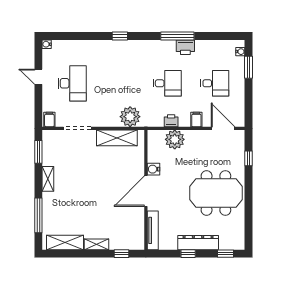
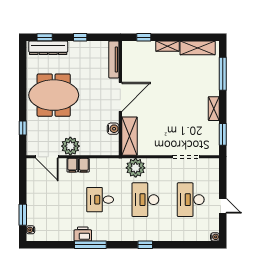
desk: (215, 83) -> (145, 200), moved, width x1.37
filing cabinet: (49, 119) -> (84, 165), moved
printer: (171, 121) -> (96, 164), removed
shelving: (117, 138) -> (130, 136), moved, turned 90
plant: (175, 139) -> (70, 146), moved
water cooler: (154, 169) -> (113, 129), moved
dresser: (198, 243) -> (48, 48), moved

